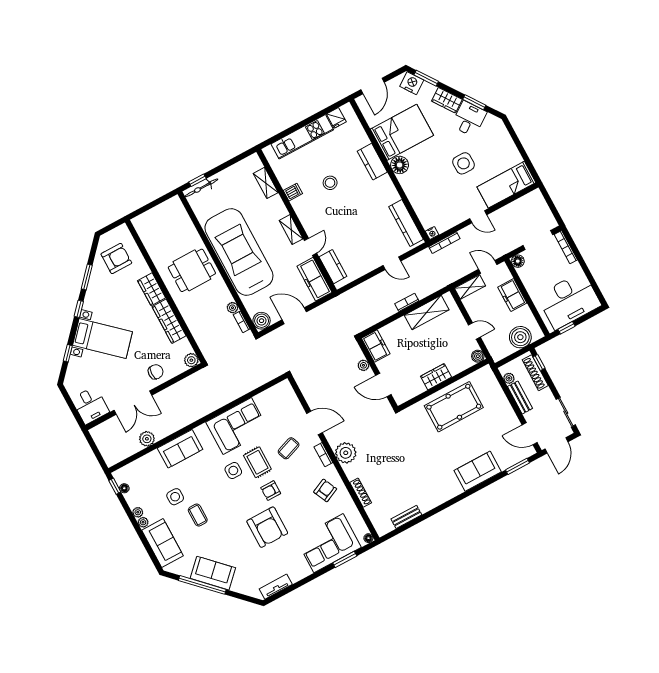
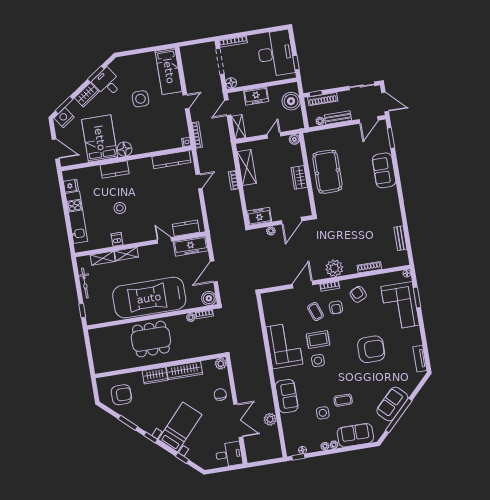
bicycle: (201, 188) -> (85, 283), moved
shelving: (291, 230) -> (126, 254), moved
armchair: (116, 258) -> (121, 395), turned 90
dining table: (192, 270) -> (151, 339), width x1.38
armchair: (271, 491) -> (336, 307), moved

